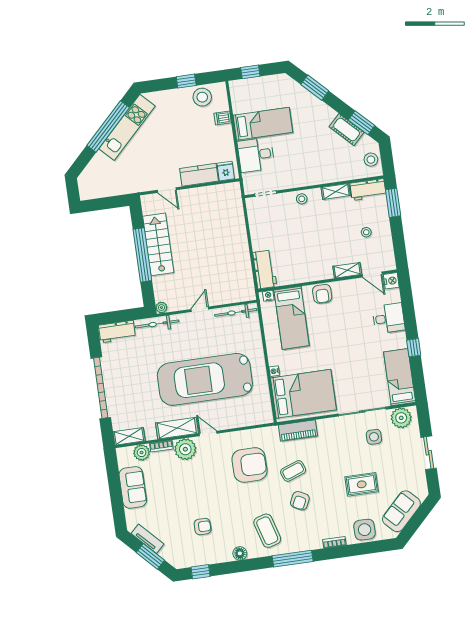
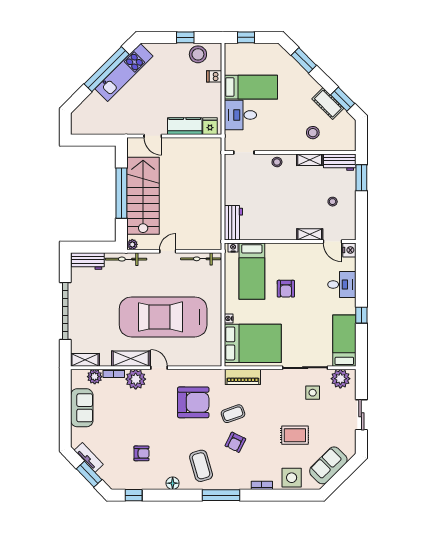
stool: (371, 160) -> (313, 133), moved
stairs: (158, 244) -> (143, 196), width x1.36, depth x1.51
armchair: (322, 294) -> (286, 289), moved

